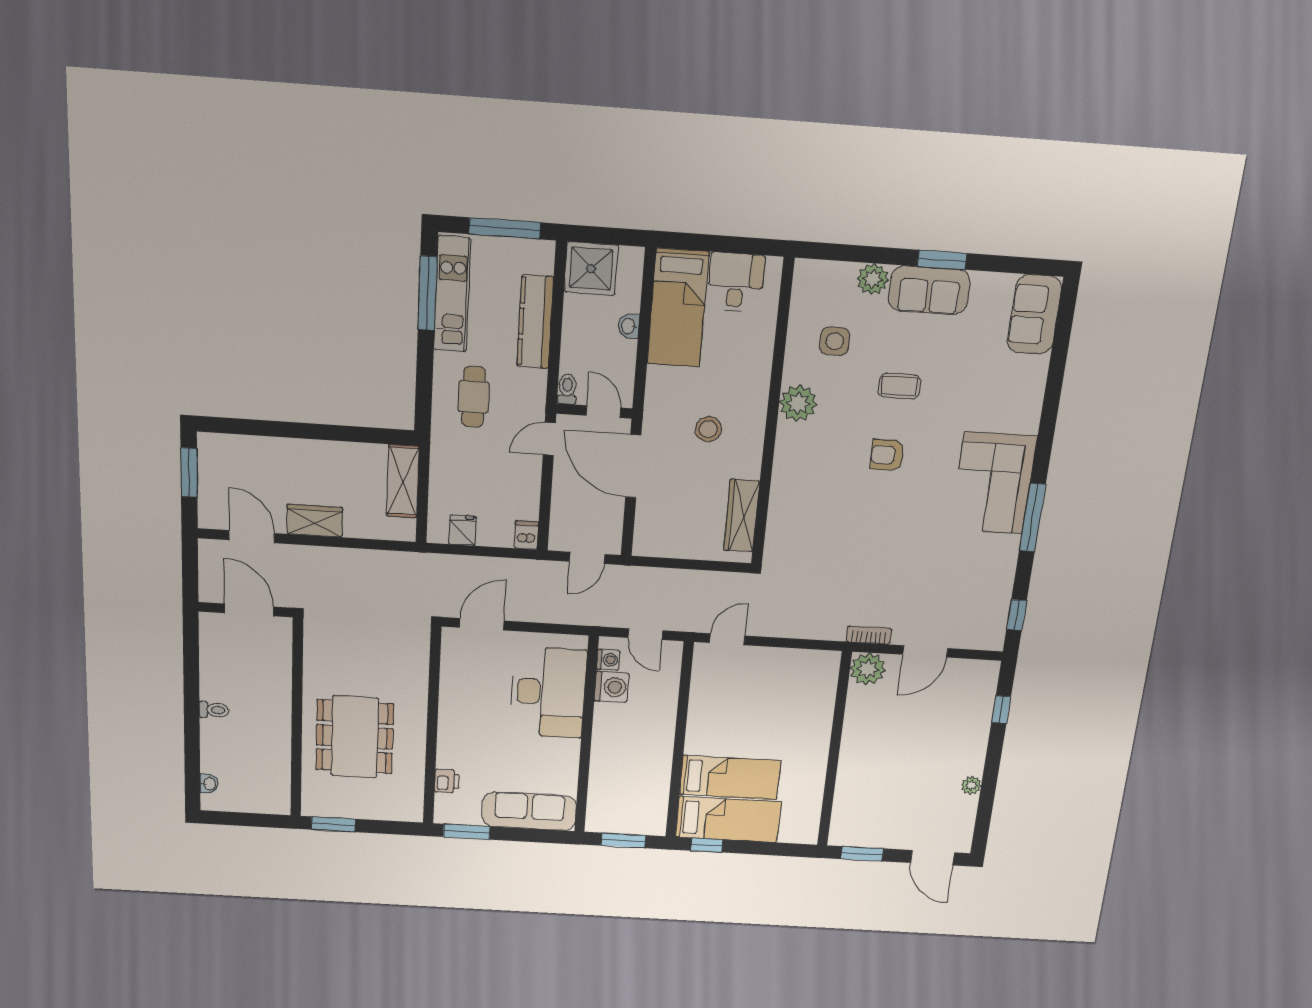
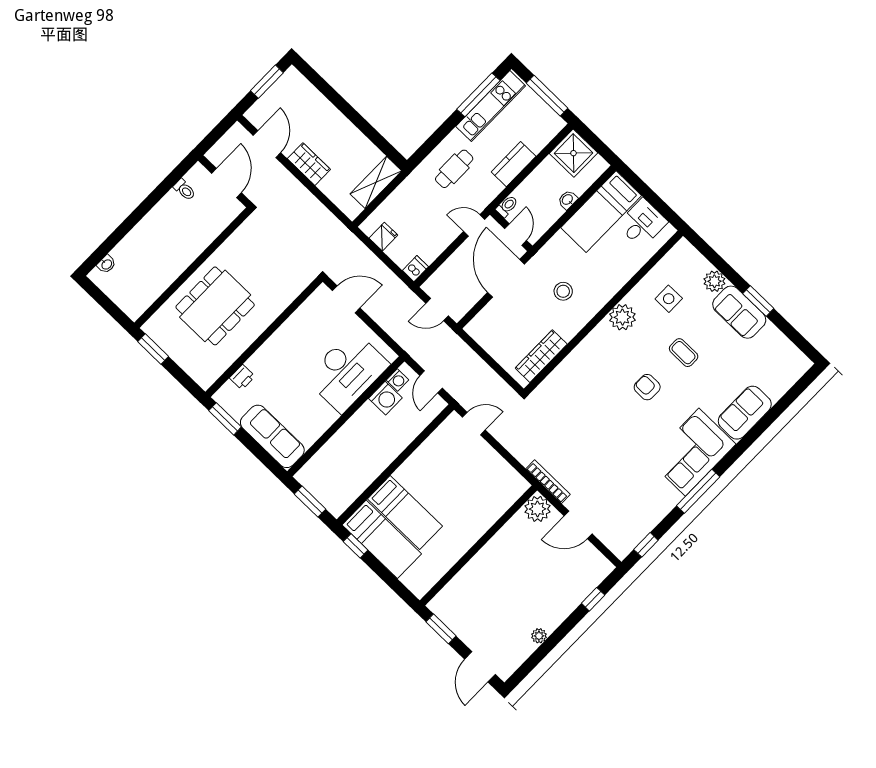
sofa: (1034, 315) -> (745, 413), moved
kitchen counter: (535, 322) -> (514, 164), width x0.67
bookcase: (869, 635) -> (548, 482), width x1.56
toilet: (214, 710) -> (184, 190), moved

